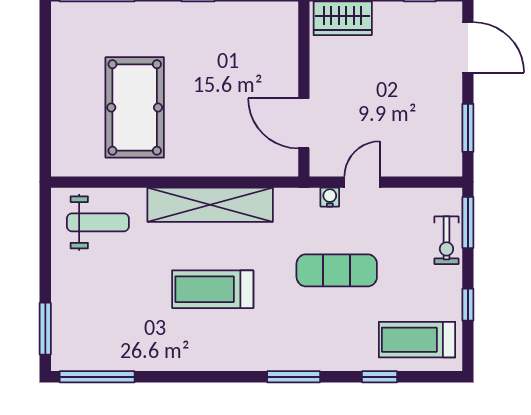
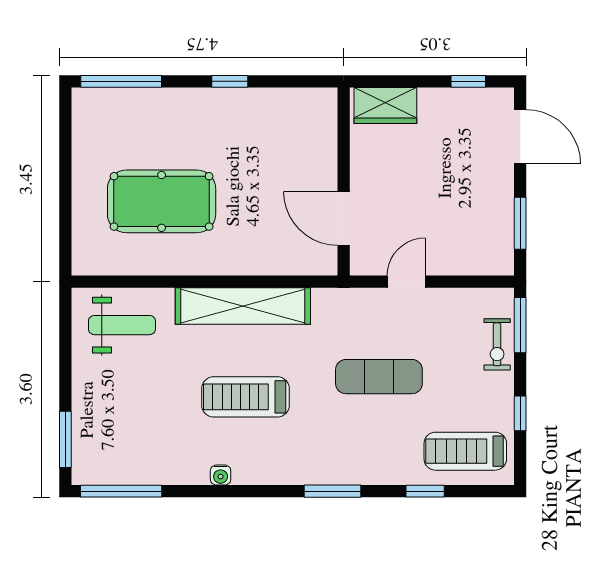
pool table: (135, 107) -> (162, 201), turned 90
water cooler: (330, 197) -> (221, 475), moved, turned 180

